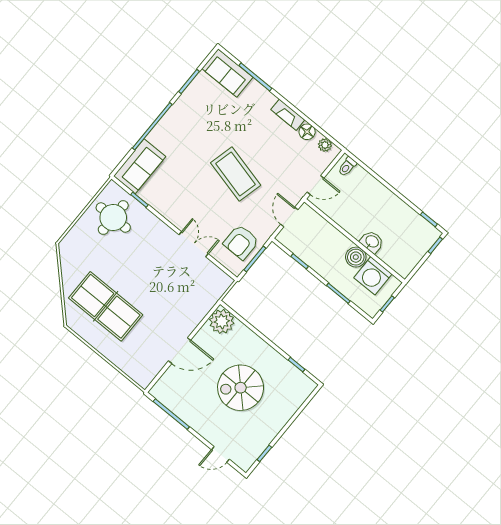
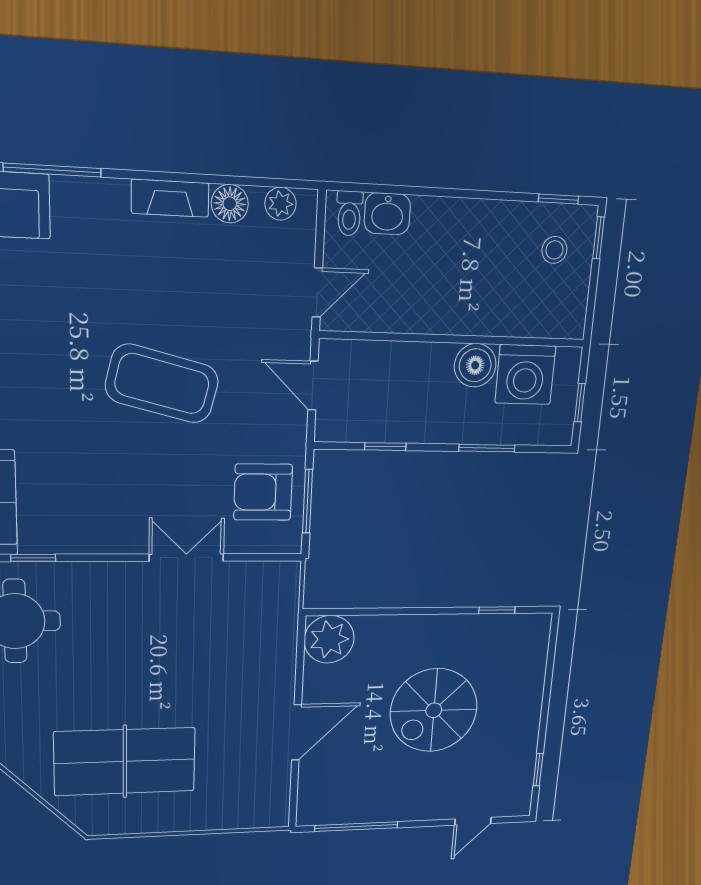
stool: (415, 237) -> (554, 250), added
armchair: (241, 242) -> (263, 492), turned 90
washbasin: (372, 242) -> (387, 214), moved, turned 180

